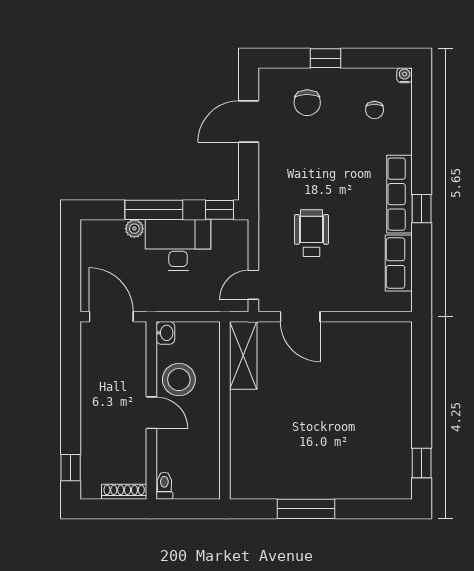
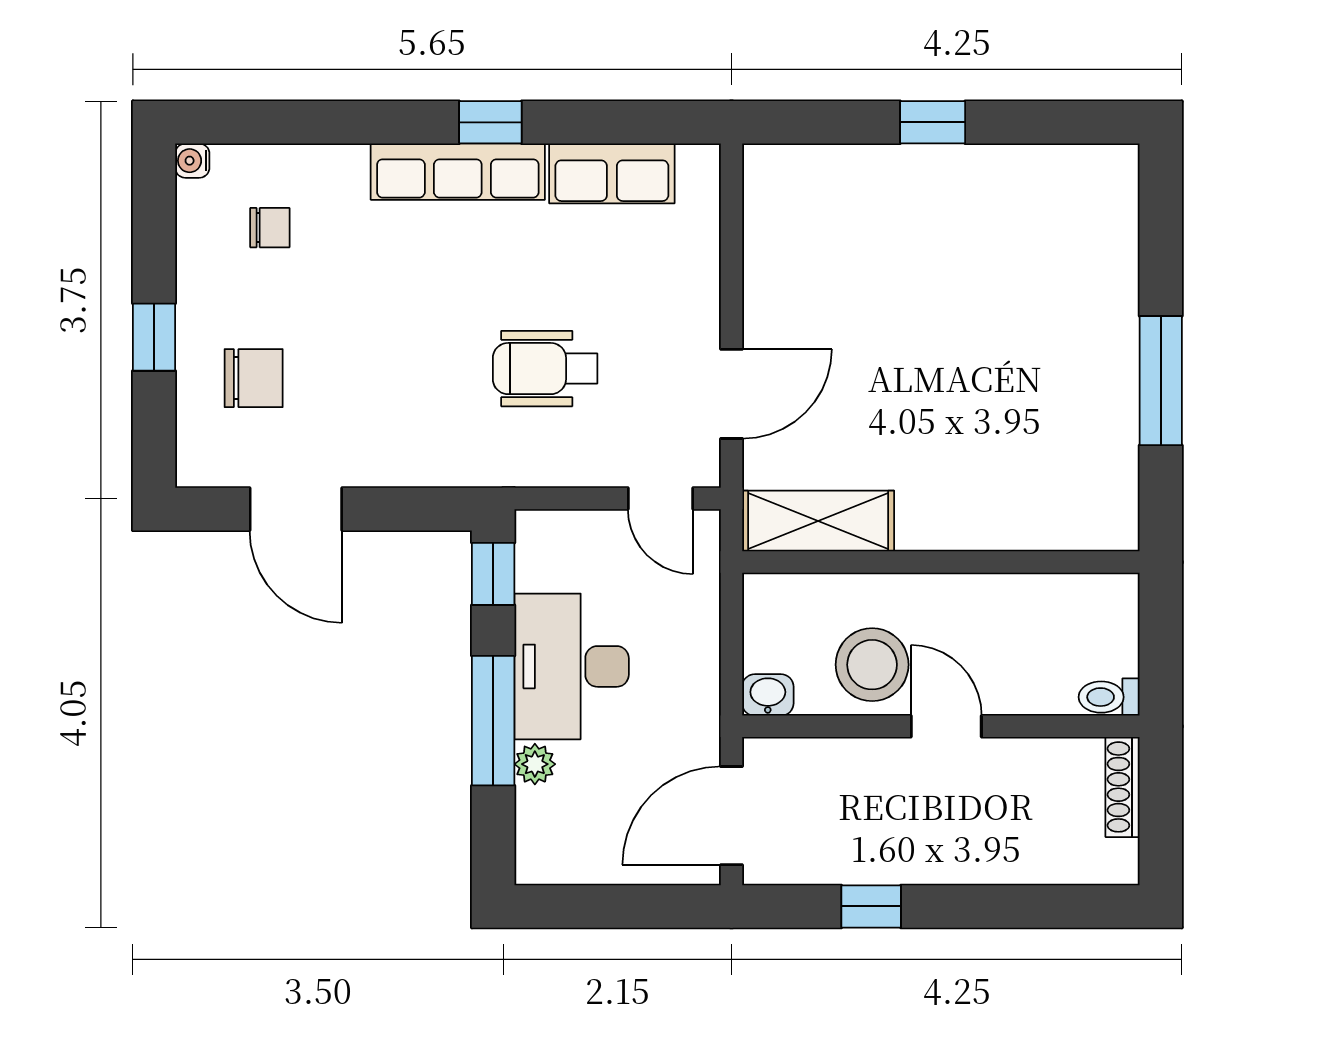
door: (151, 413) -> (946, 726), hinge flipped
window: (422, 463) -> (933, 122), moved
window: (71, 468) -> (871, 906), moved

